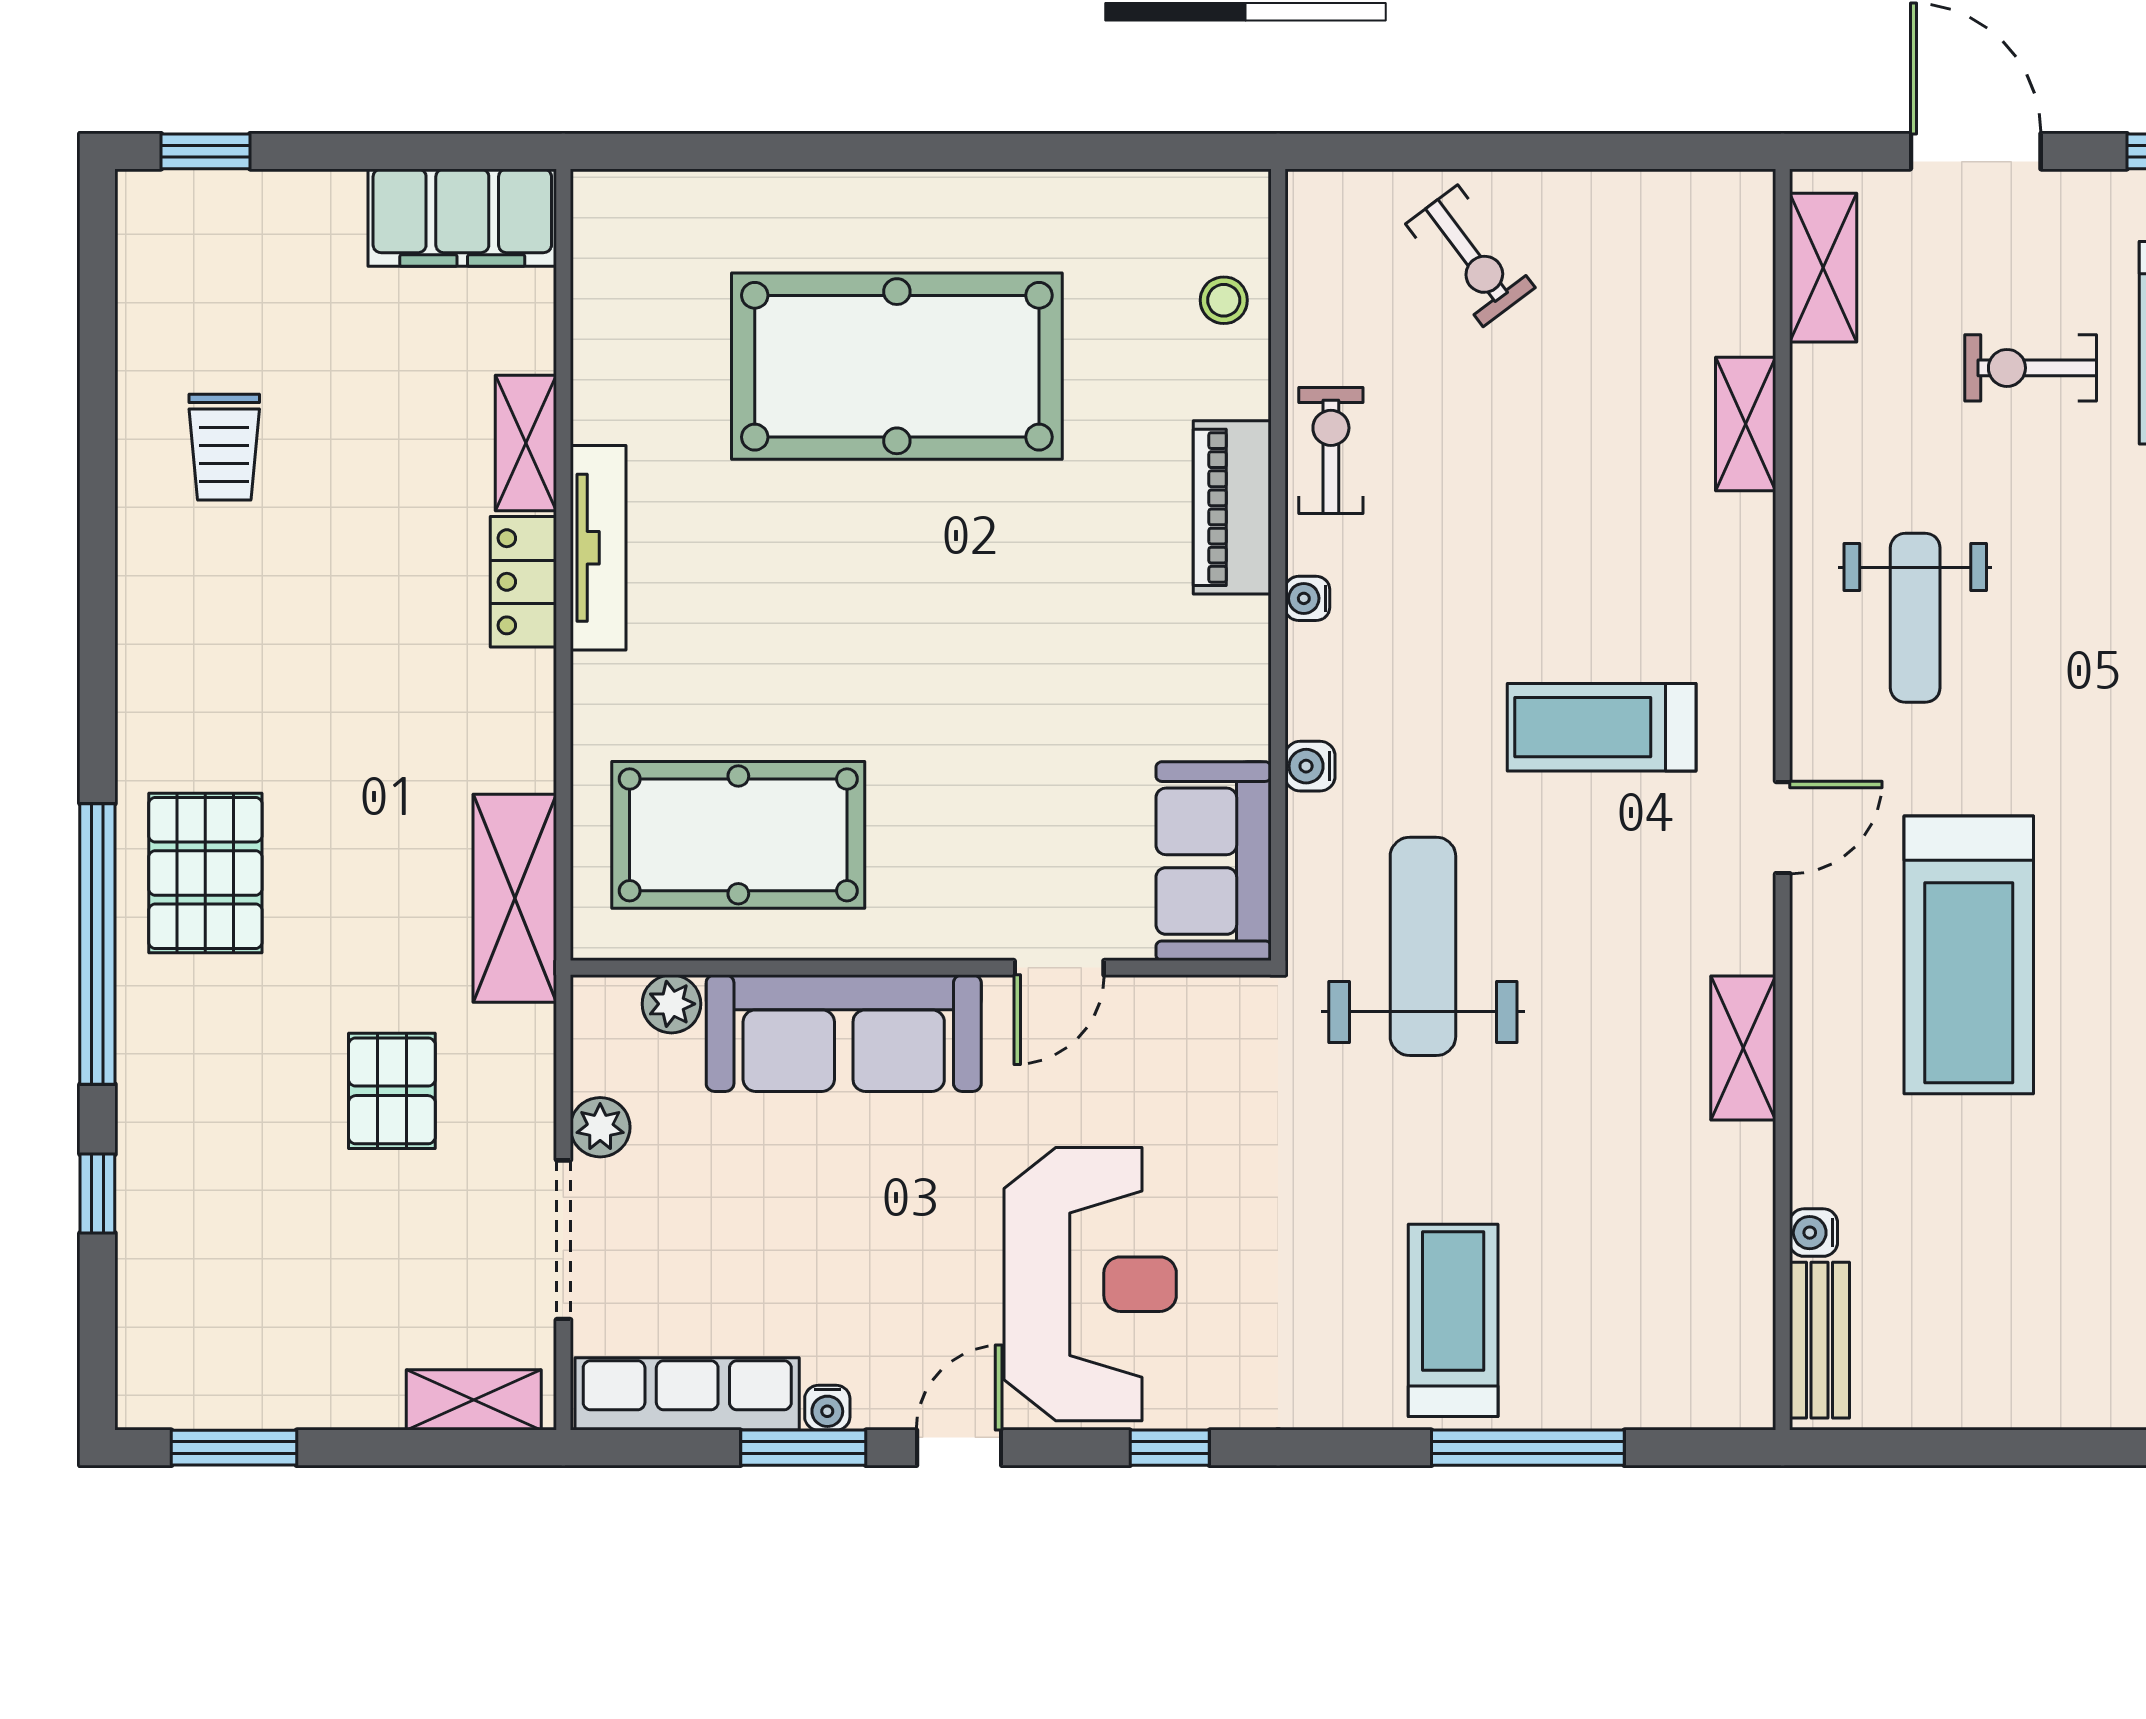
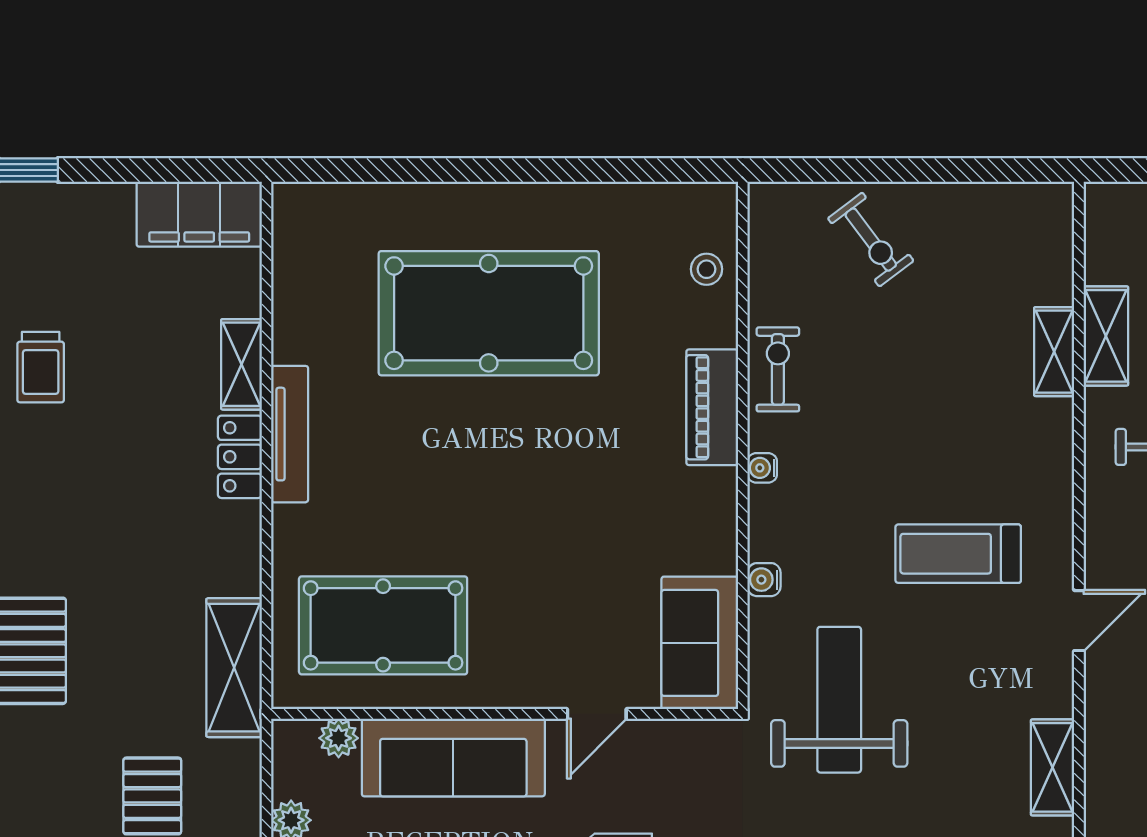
shelving: (1823, 268) -> (1106, 336), moved

